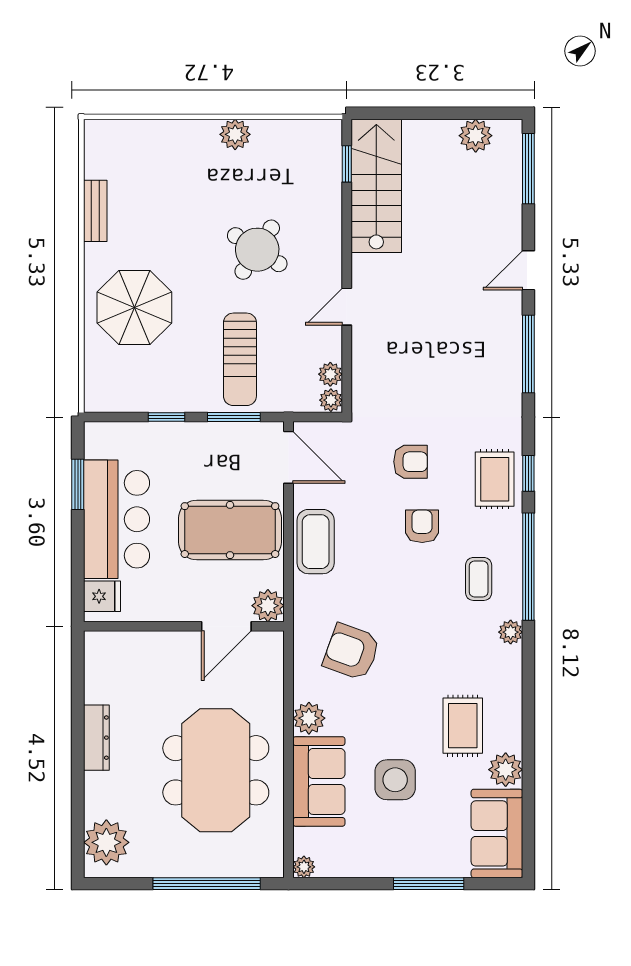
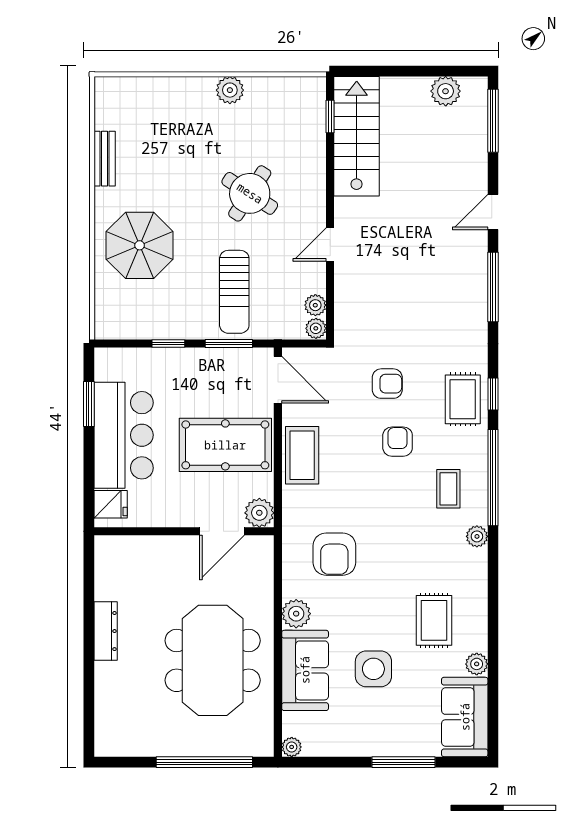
armchair: (352, 652) -> (334, 554), turned -110
plant: (506, 770) -> (477, 664), width x0.73, depth x0.73
plant: (106, 842) -> (114, 725), removed

